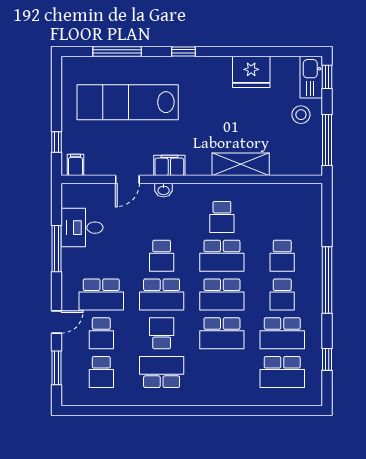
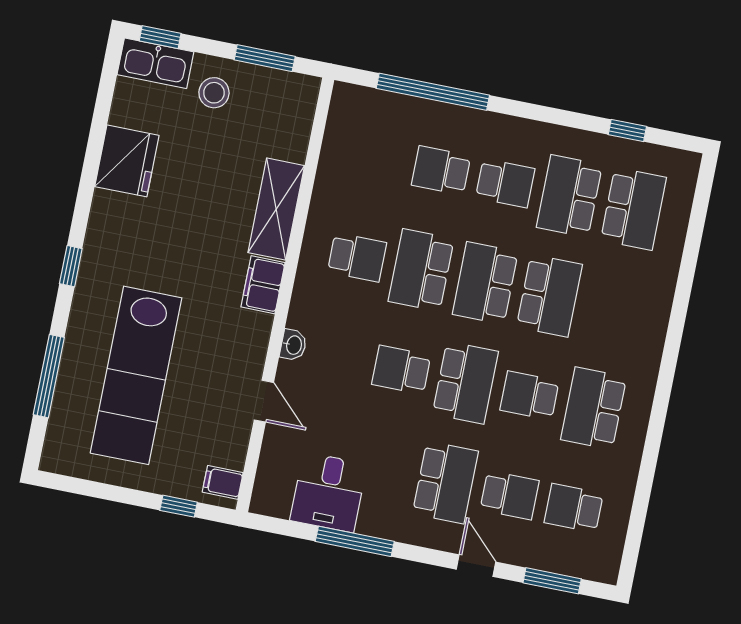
window: (327, 140) -> (265, 58), width x0.69
filing cabinet: (169, 165) -> (263, 285), moved
school desk: (162, 256) -> (401, 370), turned 180
school desk: (222, 256) -> (421, 270), turned 180
school desk: (282, 256) -> (441, 170), turned 180
window: (327, 280) -> (433, 92), moved
school desk: (222, 294) -> (485, 283), turned 180
school desk: (282, 333) -> (569, 196), turned 180
school desk: (101, 372) -> (574, 508), turned 180

